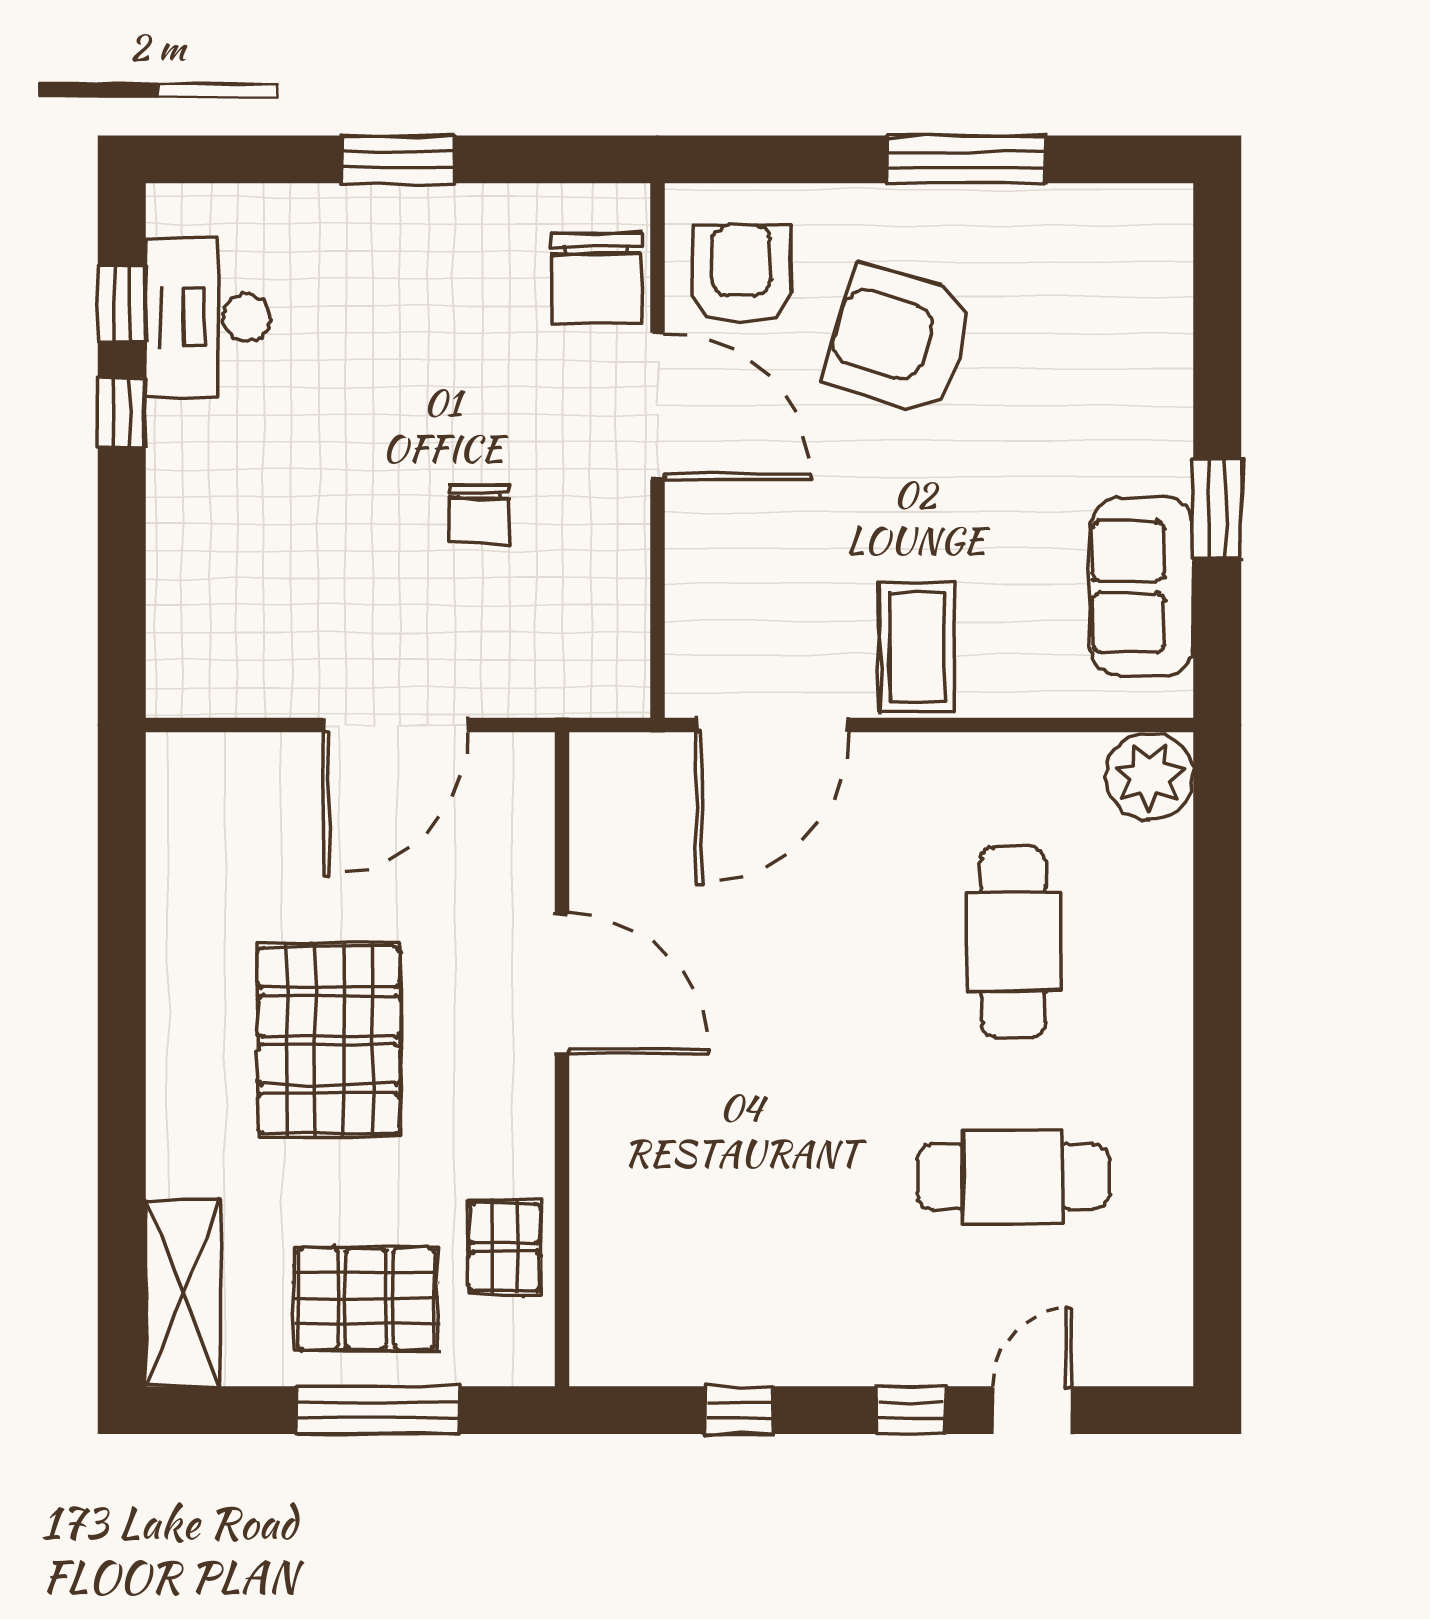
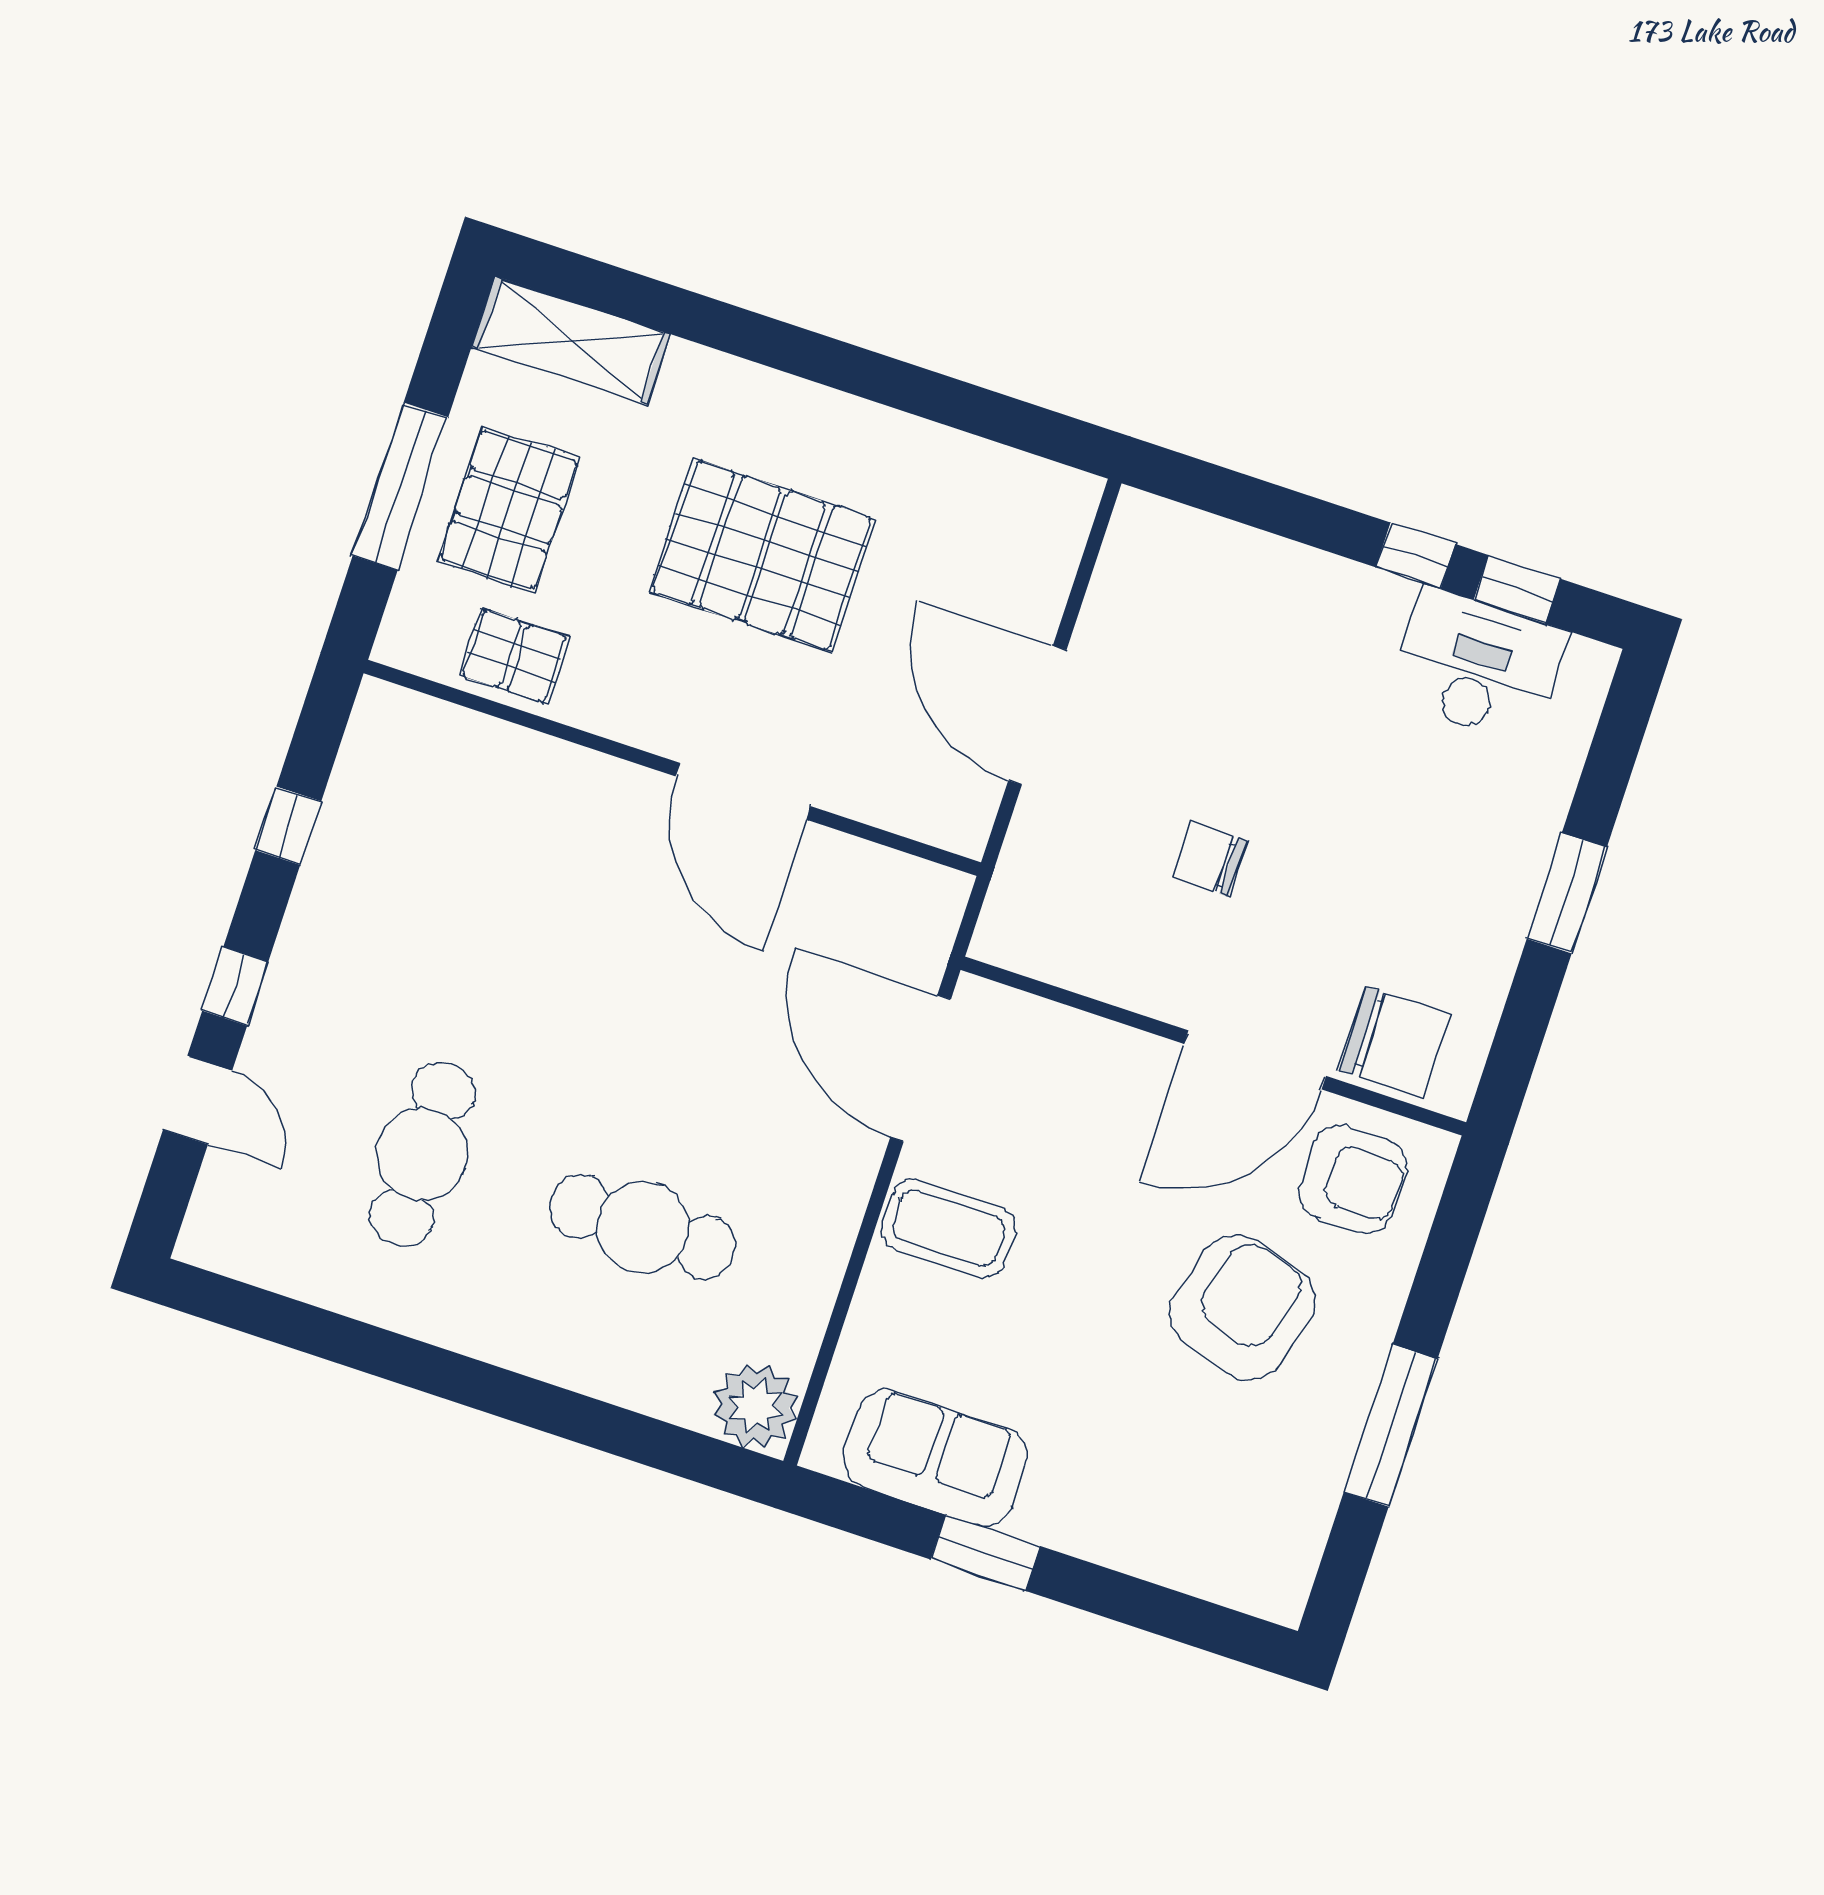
chair: (596, 277) -> (1395, 1042), turned 180
door: (562, 984) -> (743, 791), hinge flipped

